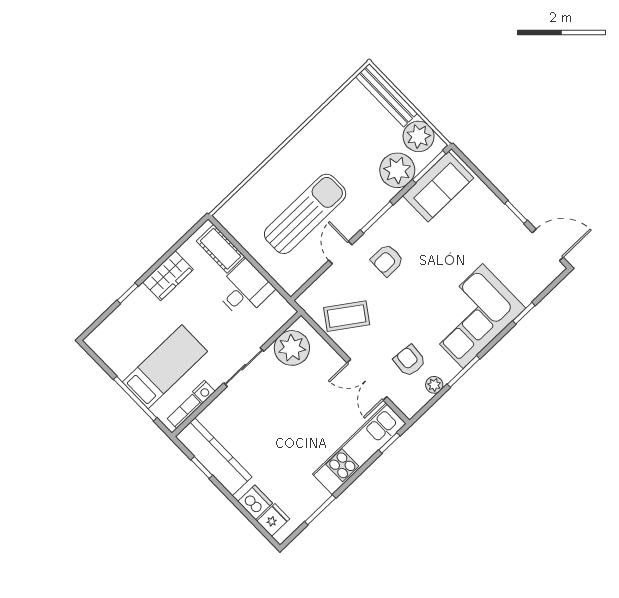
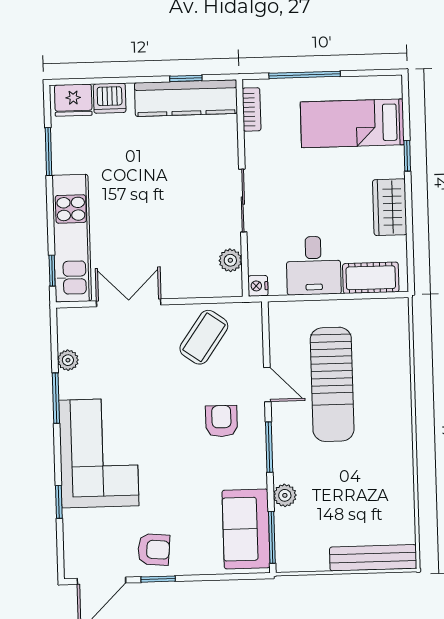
plant: (419, 136) -> (308, 553), removed
plant: (397, 170) -> (285, 495), width x0.53, depth x0.53
plant: (292, 348) -> (230, 260), width x0.53, depth x0.53
armchair: (409, 361) -> (154, 549), moved
bed: (165, 367) -> (352, 123), moved, turned 90
nightstand: (204, 392) -> (258, 286), moved
fridge: (273, 520) -> (73, 100), width x1.38

